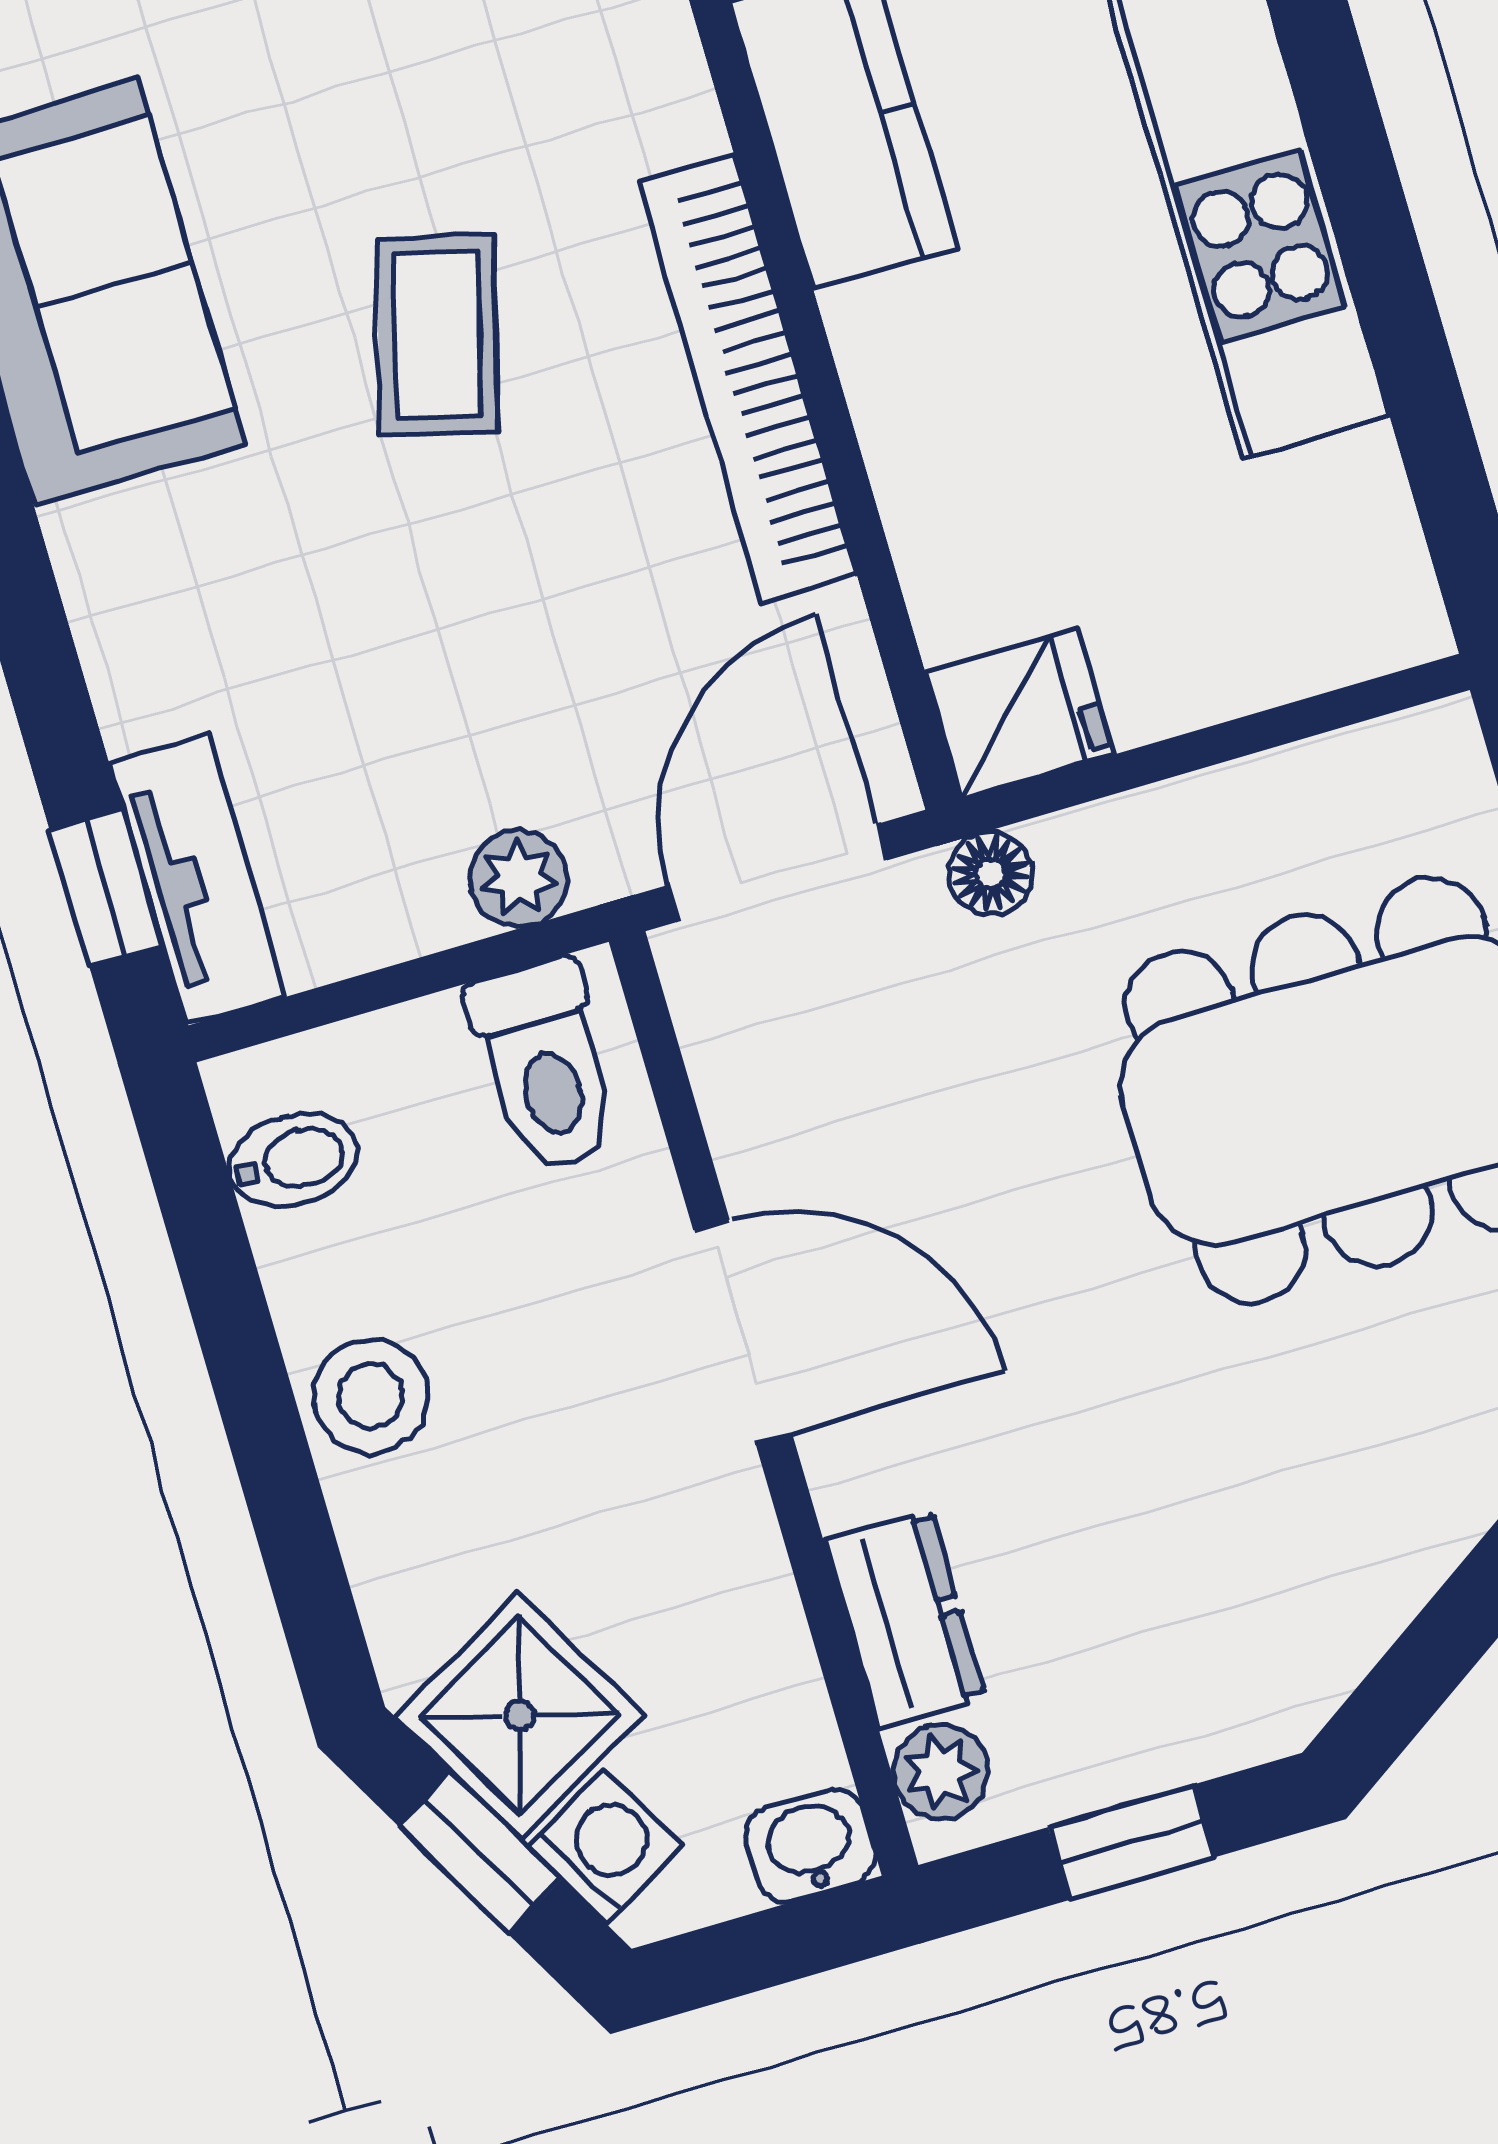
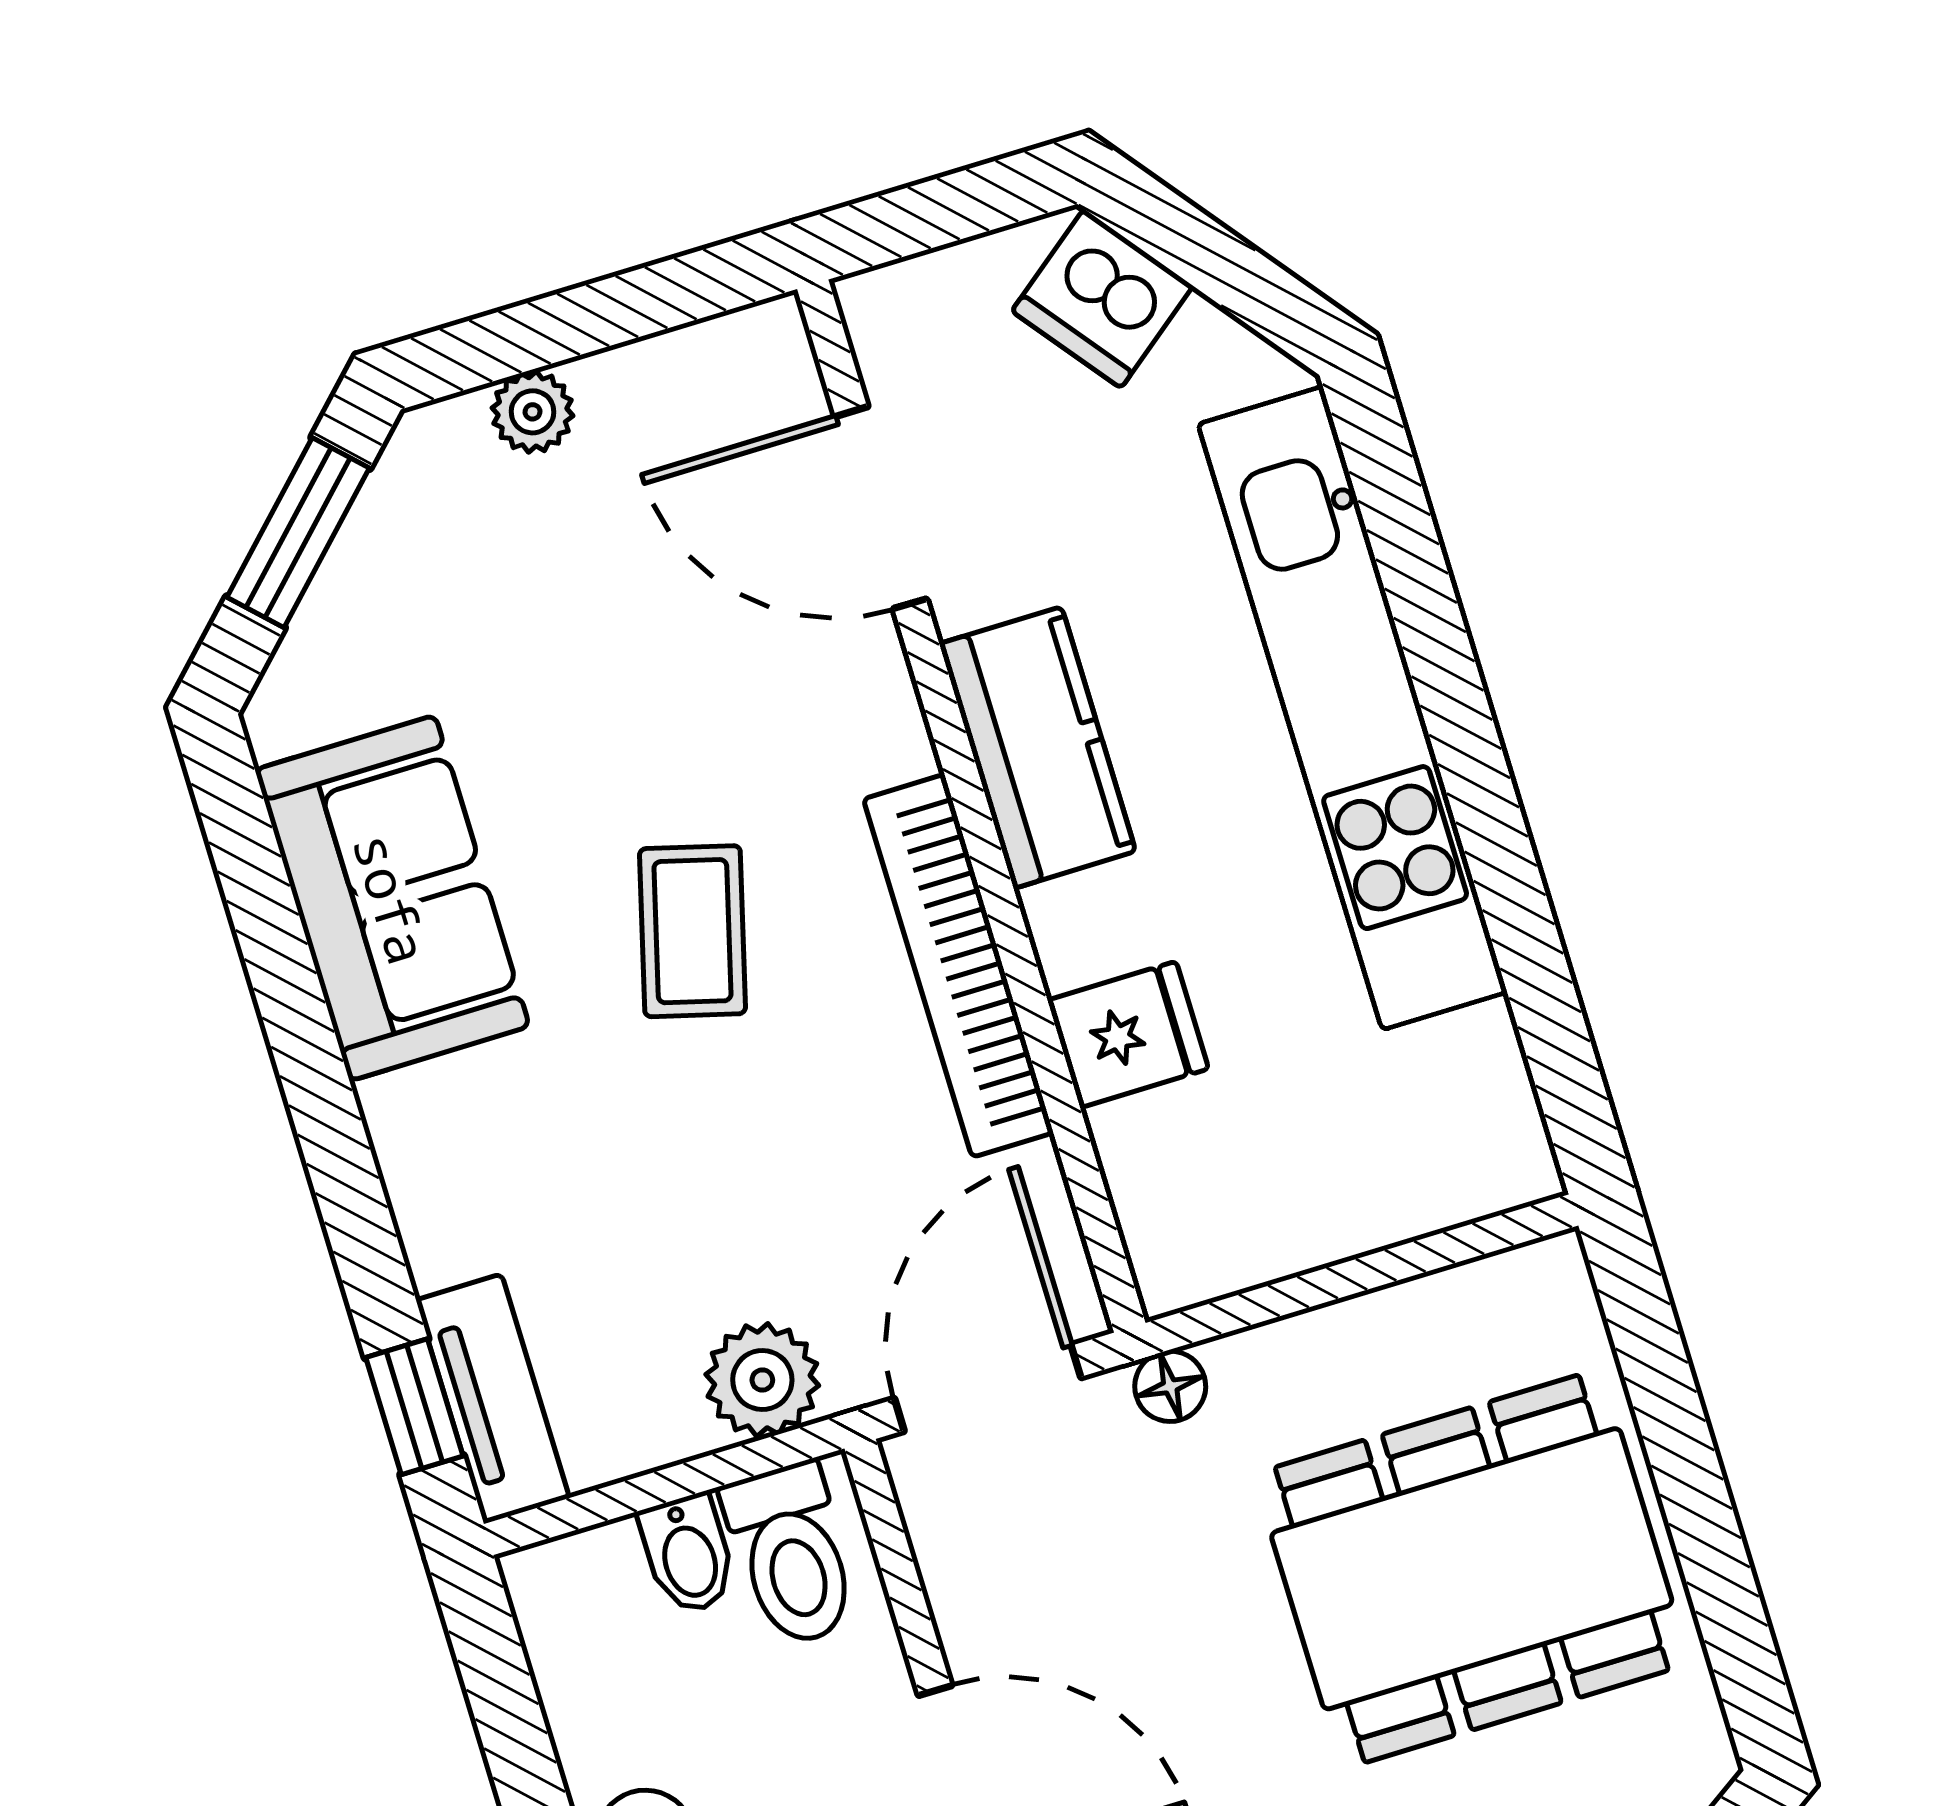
fridge: (1019, 713) -> (1128, 1035), moved
plant: (519, 878) -> (762, 1380), width x1.38, depth x1.38
bidet: (293, 1161) -> (688, 1554), moved, turned 90

